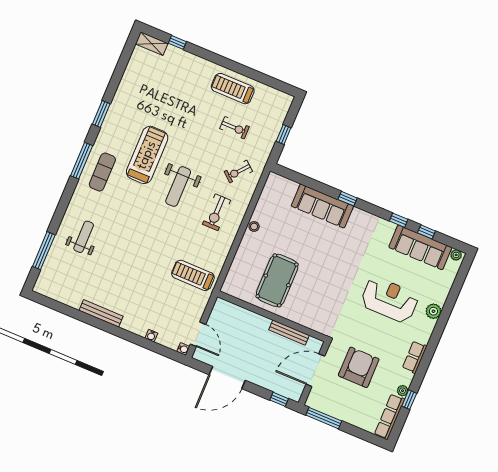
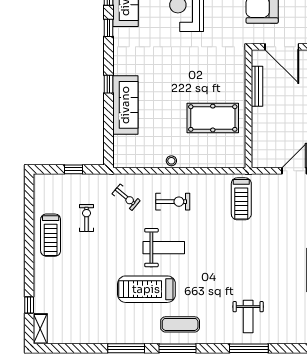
window: (101, 114) -> (126, 348), width x1.44
weight bench: (84, 237) -> (248, 316), turned -90
window: (44, 251) -> (249, 348), moved

